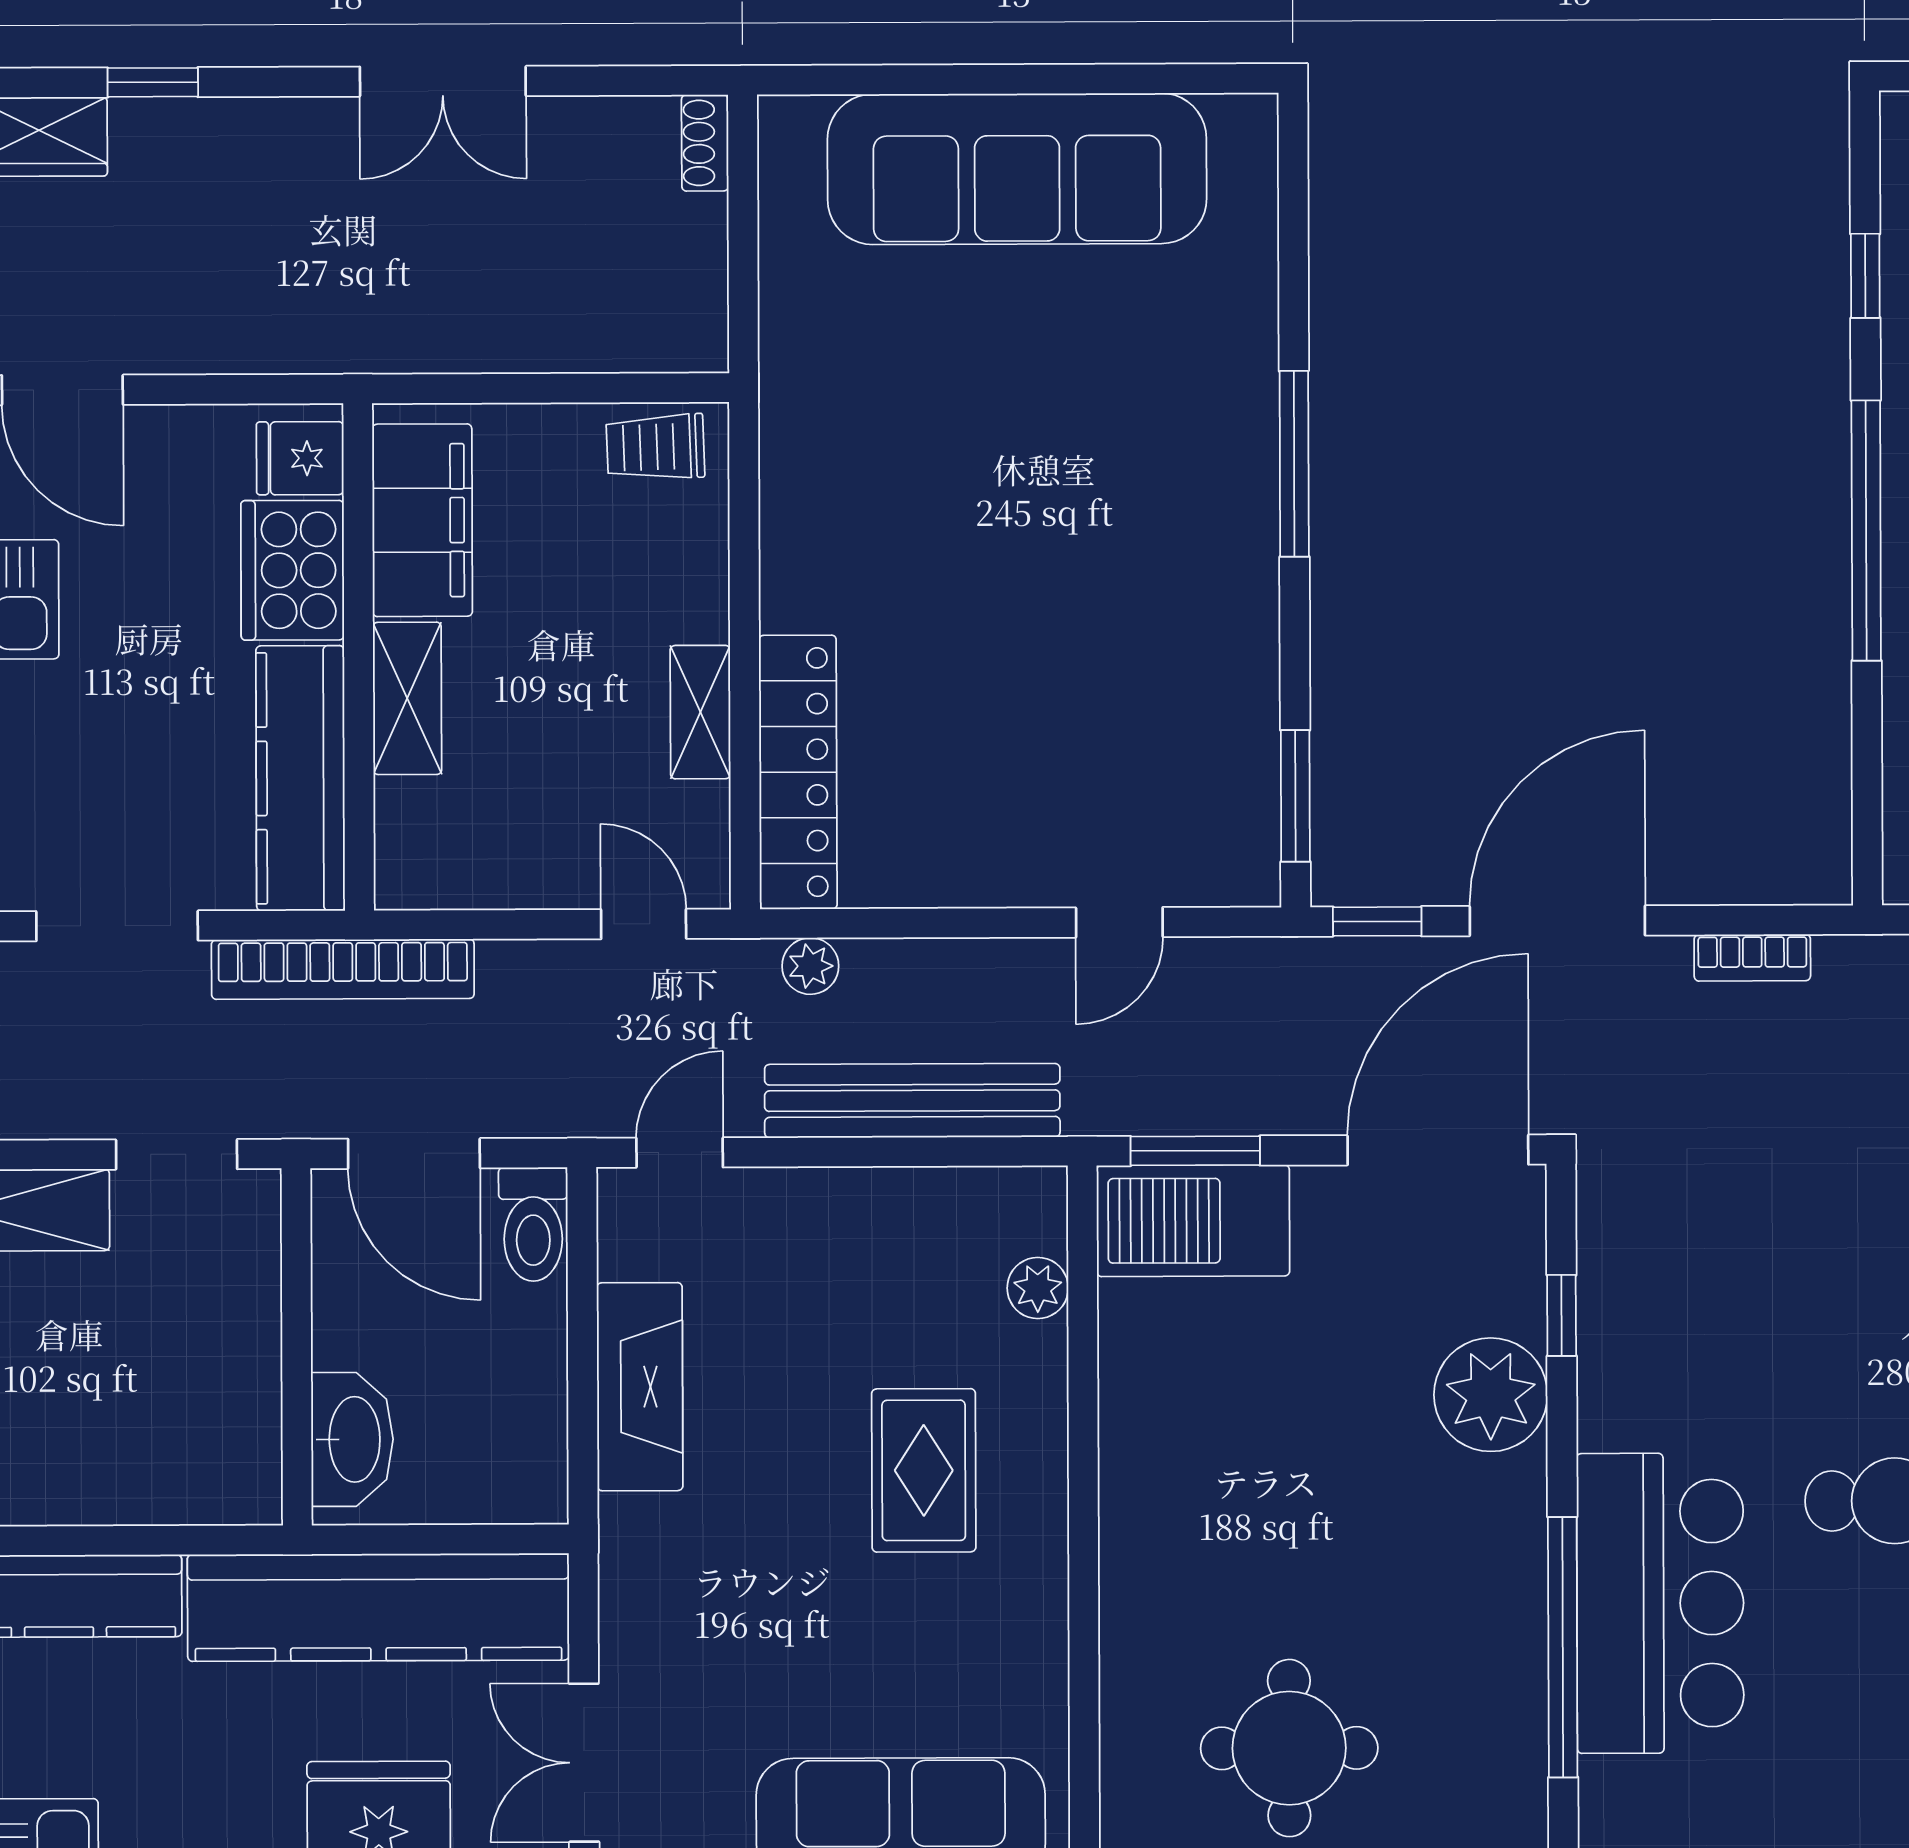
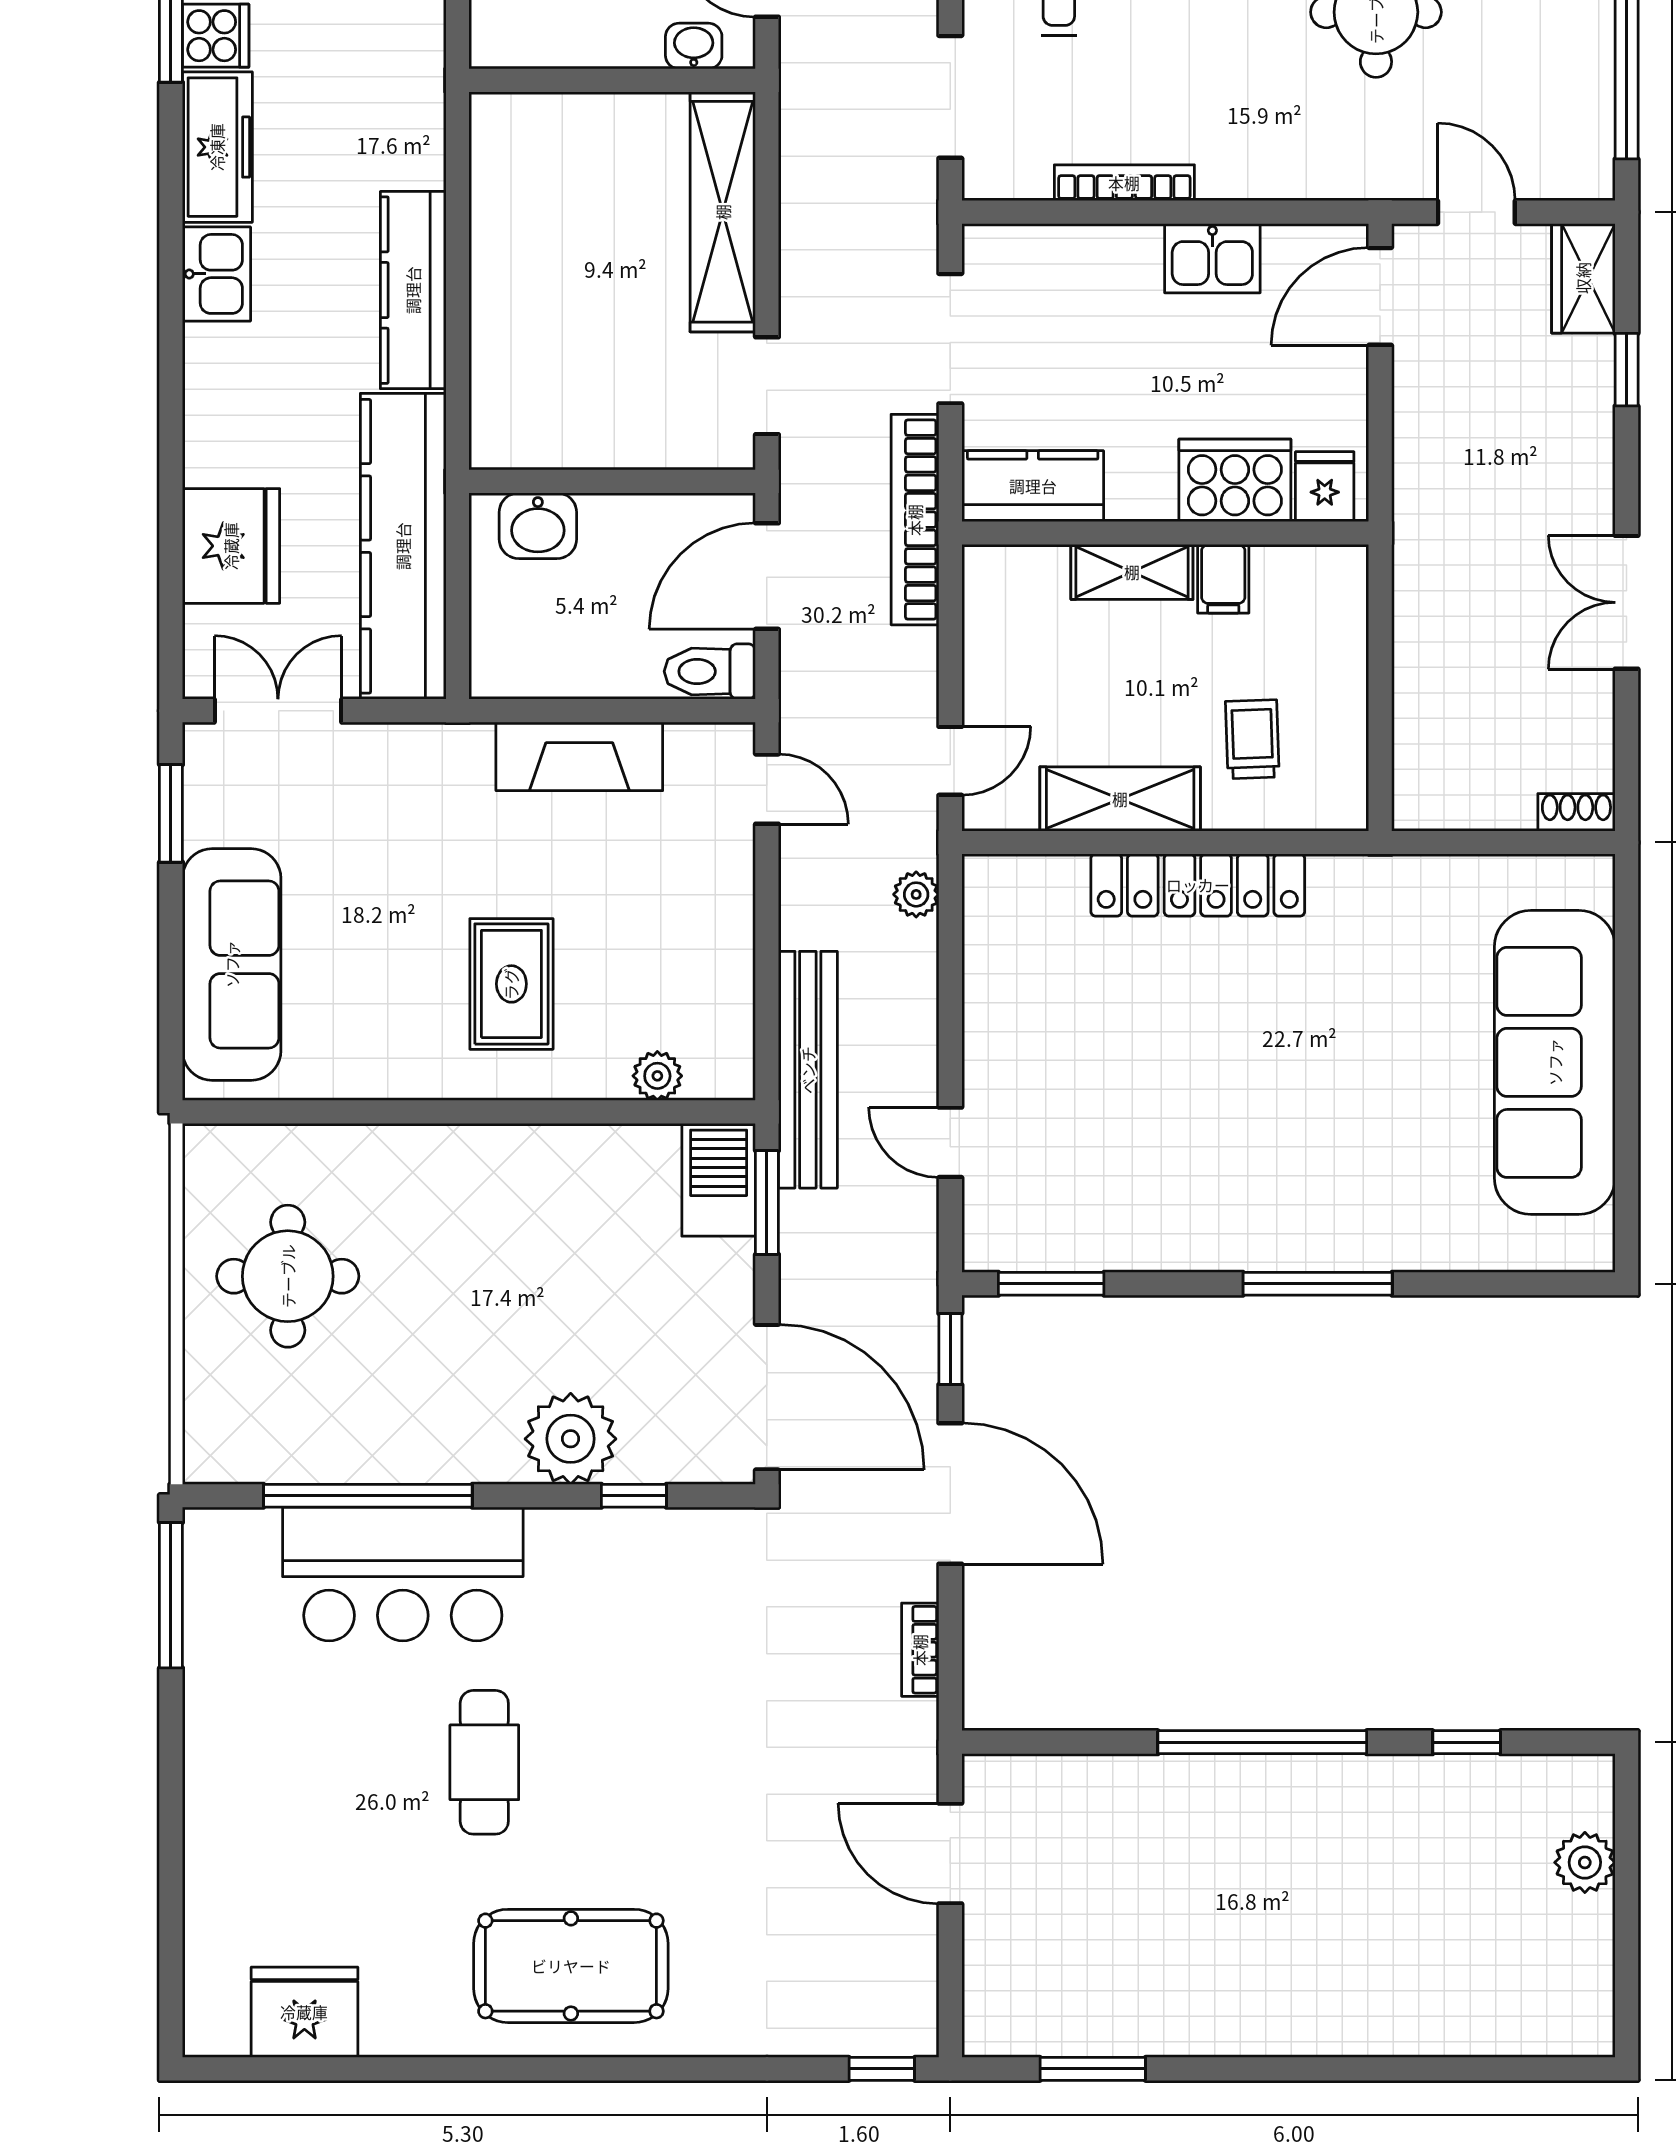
trolley: (655, 447) -> (1252, 739), moved
filing cabinet: (422, 520) -> (1223, 579), width x0.33, depth x0.86
shelving: (700, 712) -> (1120, 799), width x1.50, depth x1.33
locker: (798, 772) -> (1198, 885), moved
kitchen counter: (300, 778) -> (1033, 486), width x0.67
bench: (912, 1101) -> (808, 1070), moved
barbecue: (1193, 1221) -> (719, 1180), width x0.73, depth x0.83
washbasin: (352, 1439) -> (538, 526), width x0.72
rug: (924, 1470) -> (511, 984), turned 90

